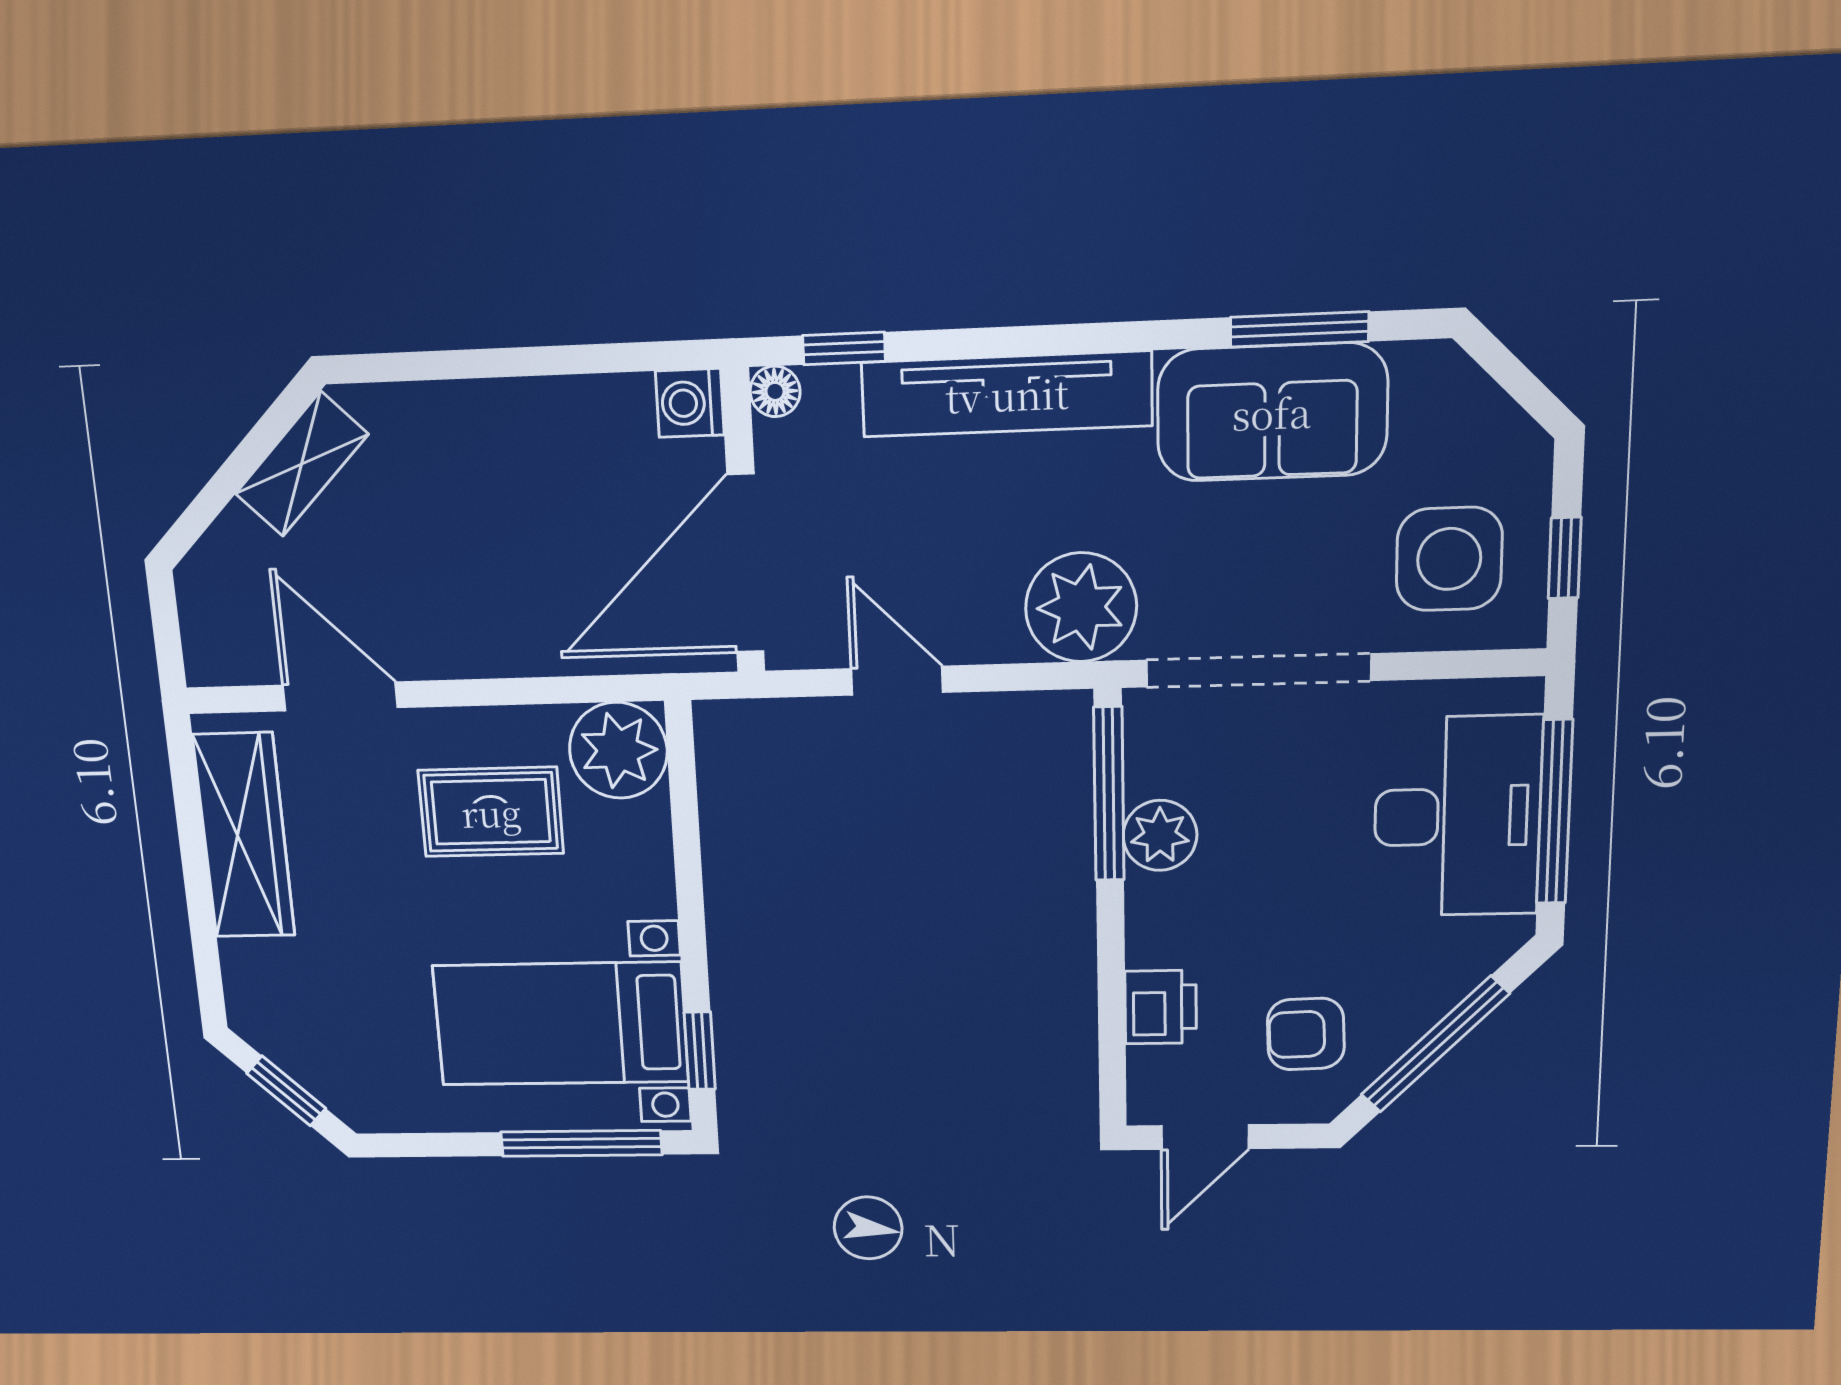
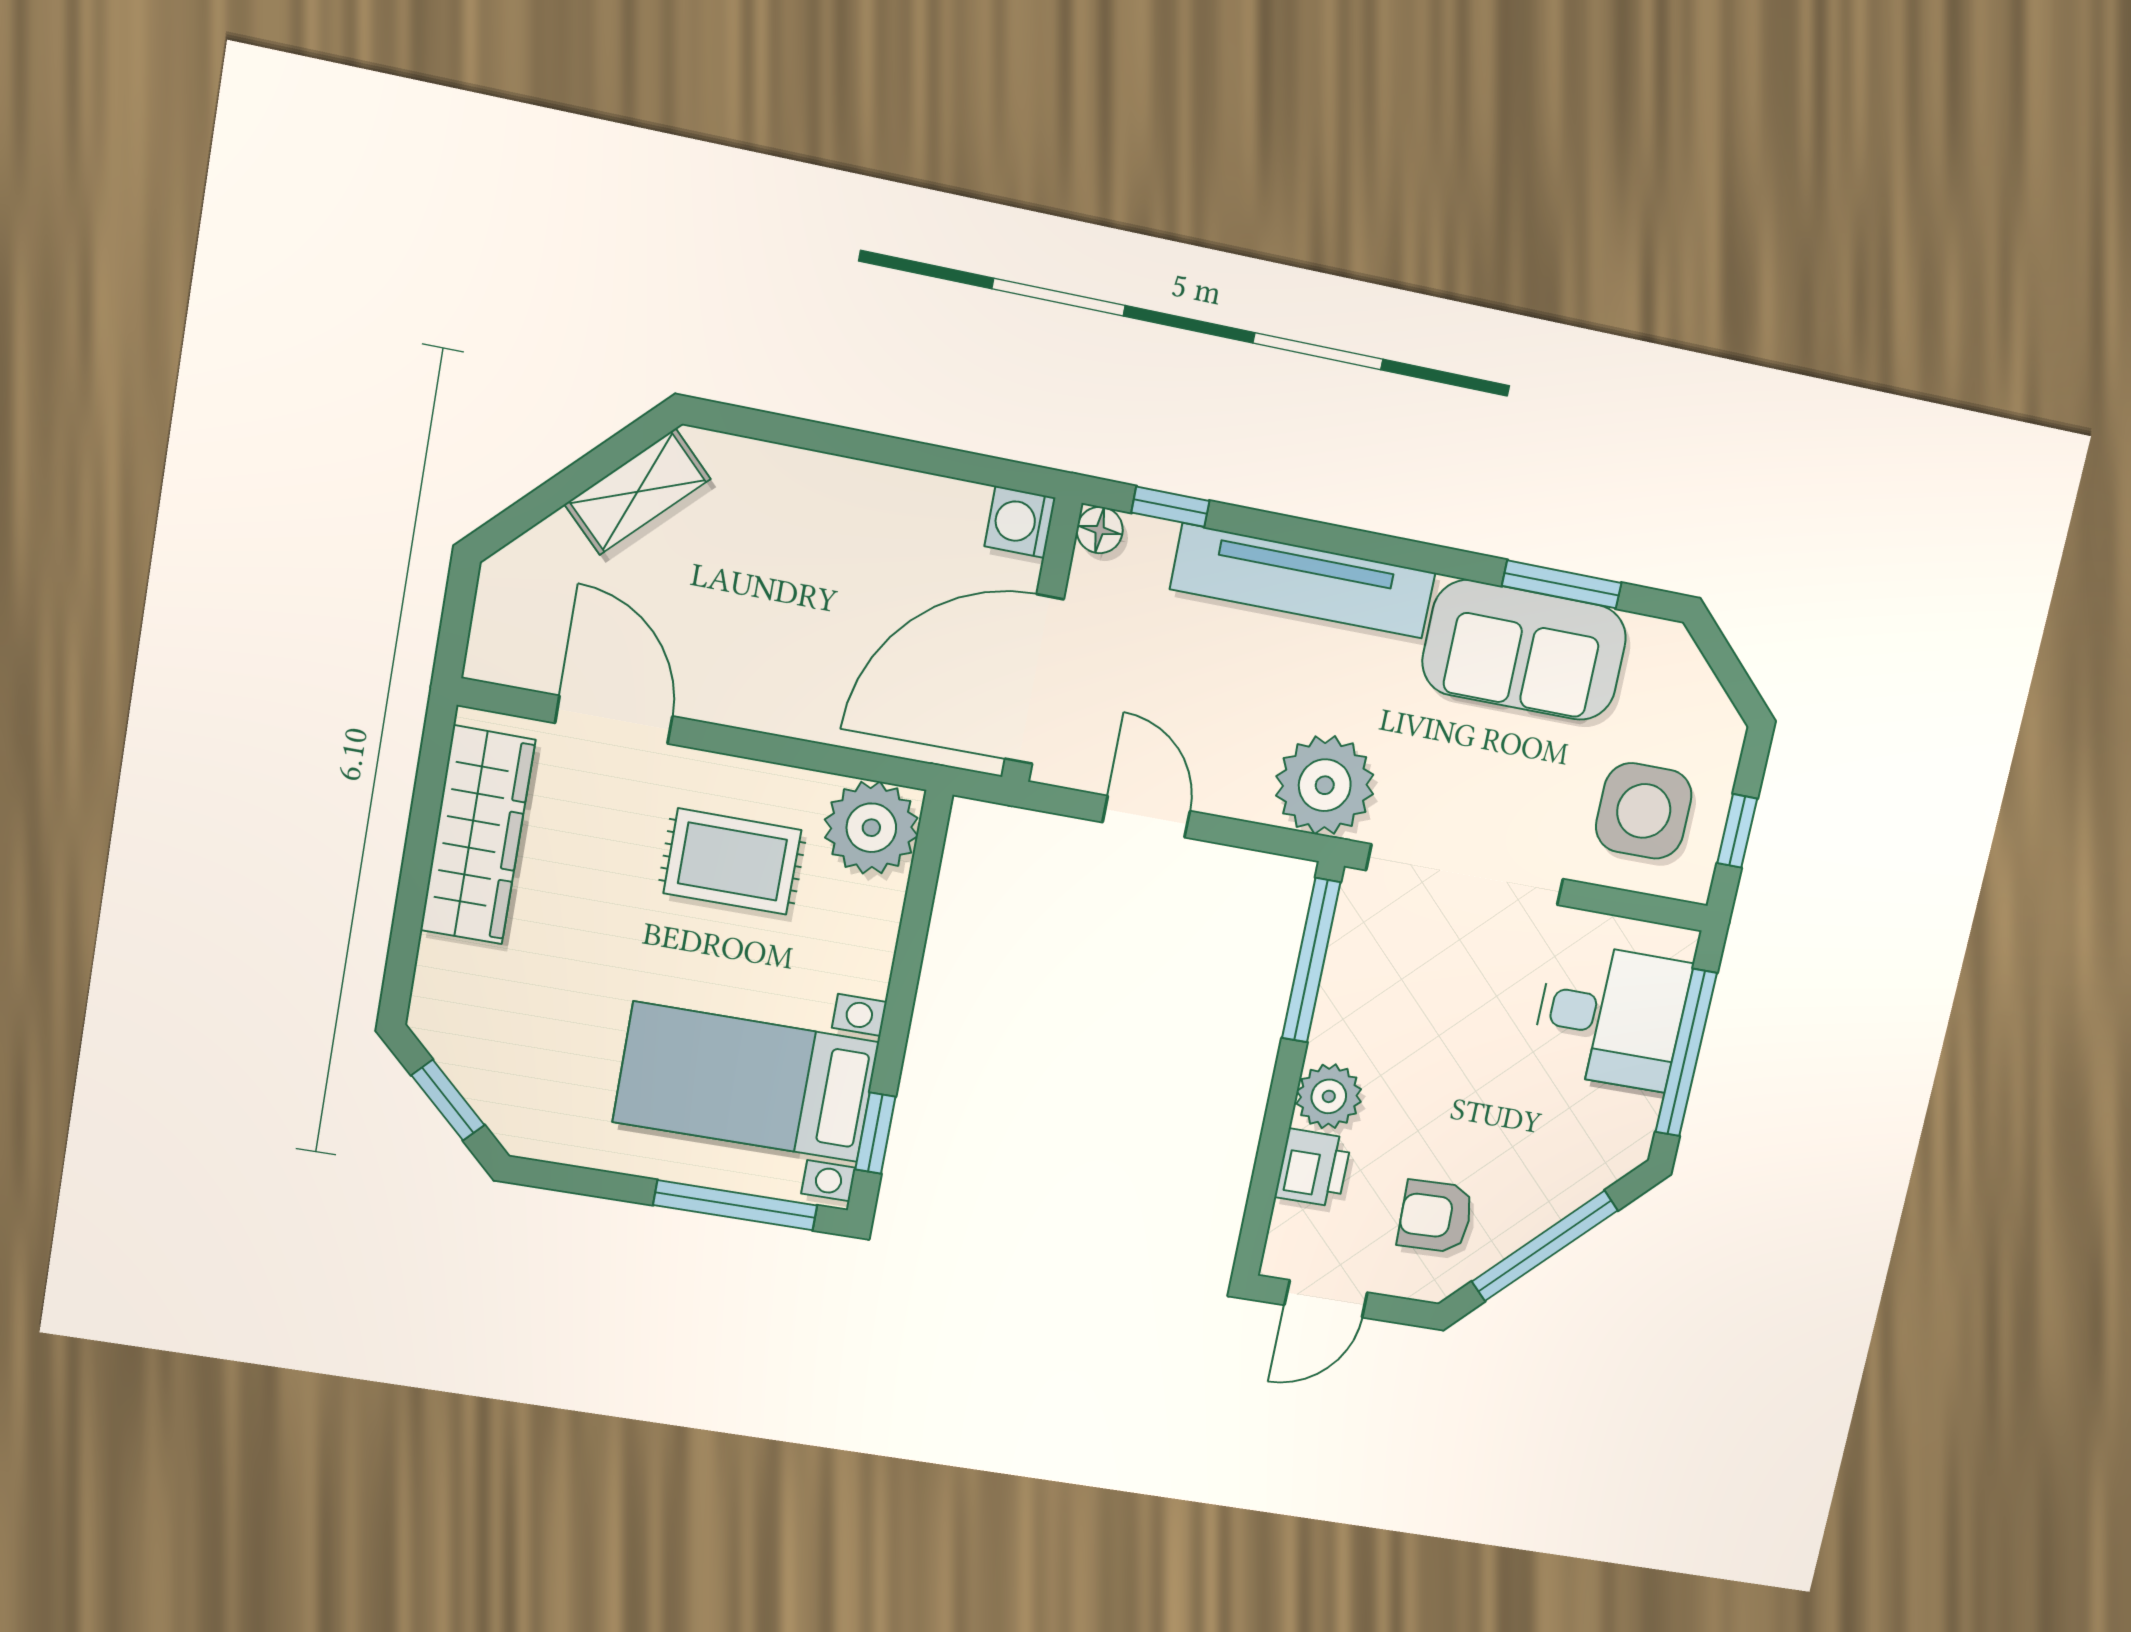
desk: (1457, 816) -> (1611, 1016), width x0.73
plant: (1160, 835) -> (1329, 1096), moved

